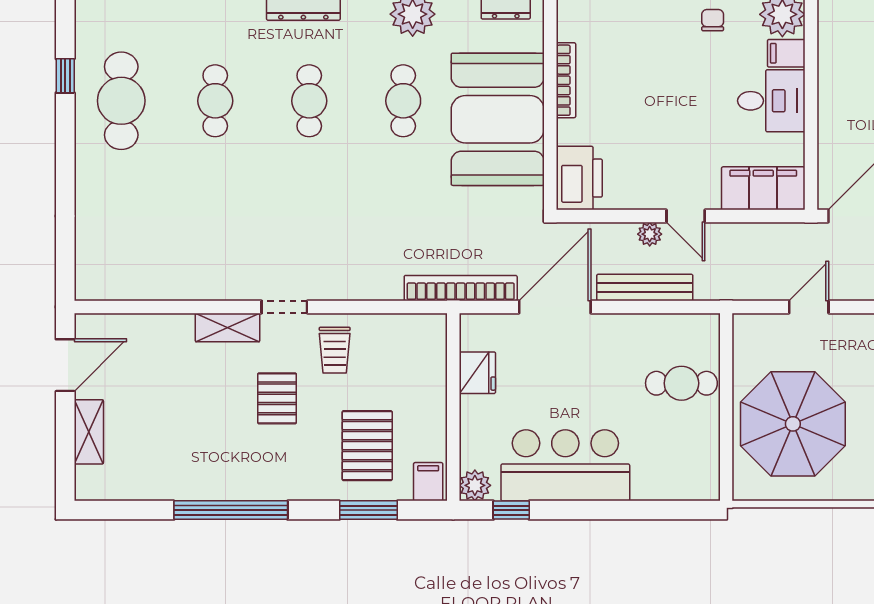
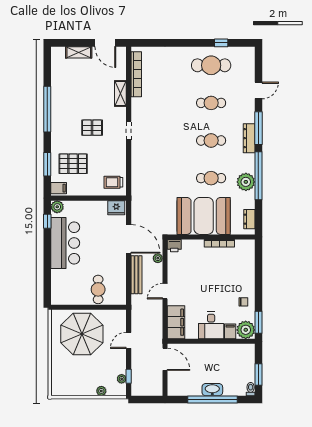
printer: (579, 178) -> (174, 246), width x0.53, depth x0.68
plant: (650, 234) -> (158, 258), moved
bookcase: (461, 288) -> (136, 74), moved
door: (809, 307) -> (129, 340), swing flipped
shelving: (228, 327) -> (120, 93), moved
trolley: (335, 350) -> (113, 182), moved
fridge: (477, 373) -> (116, 208), moved

